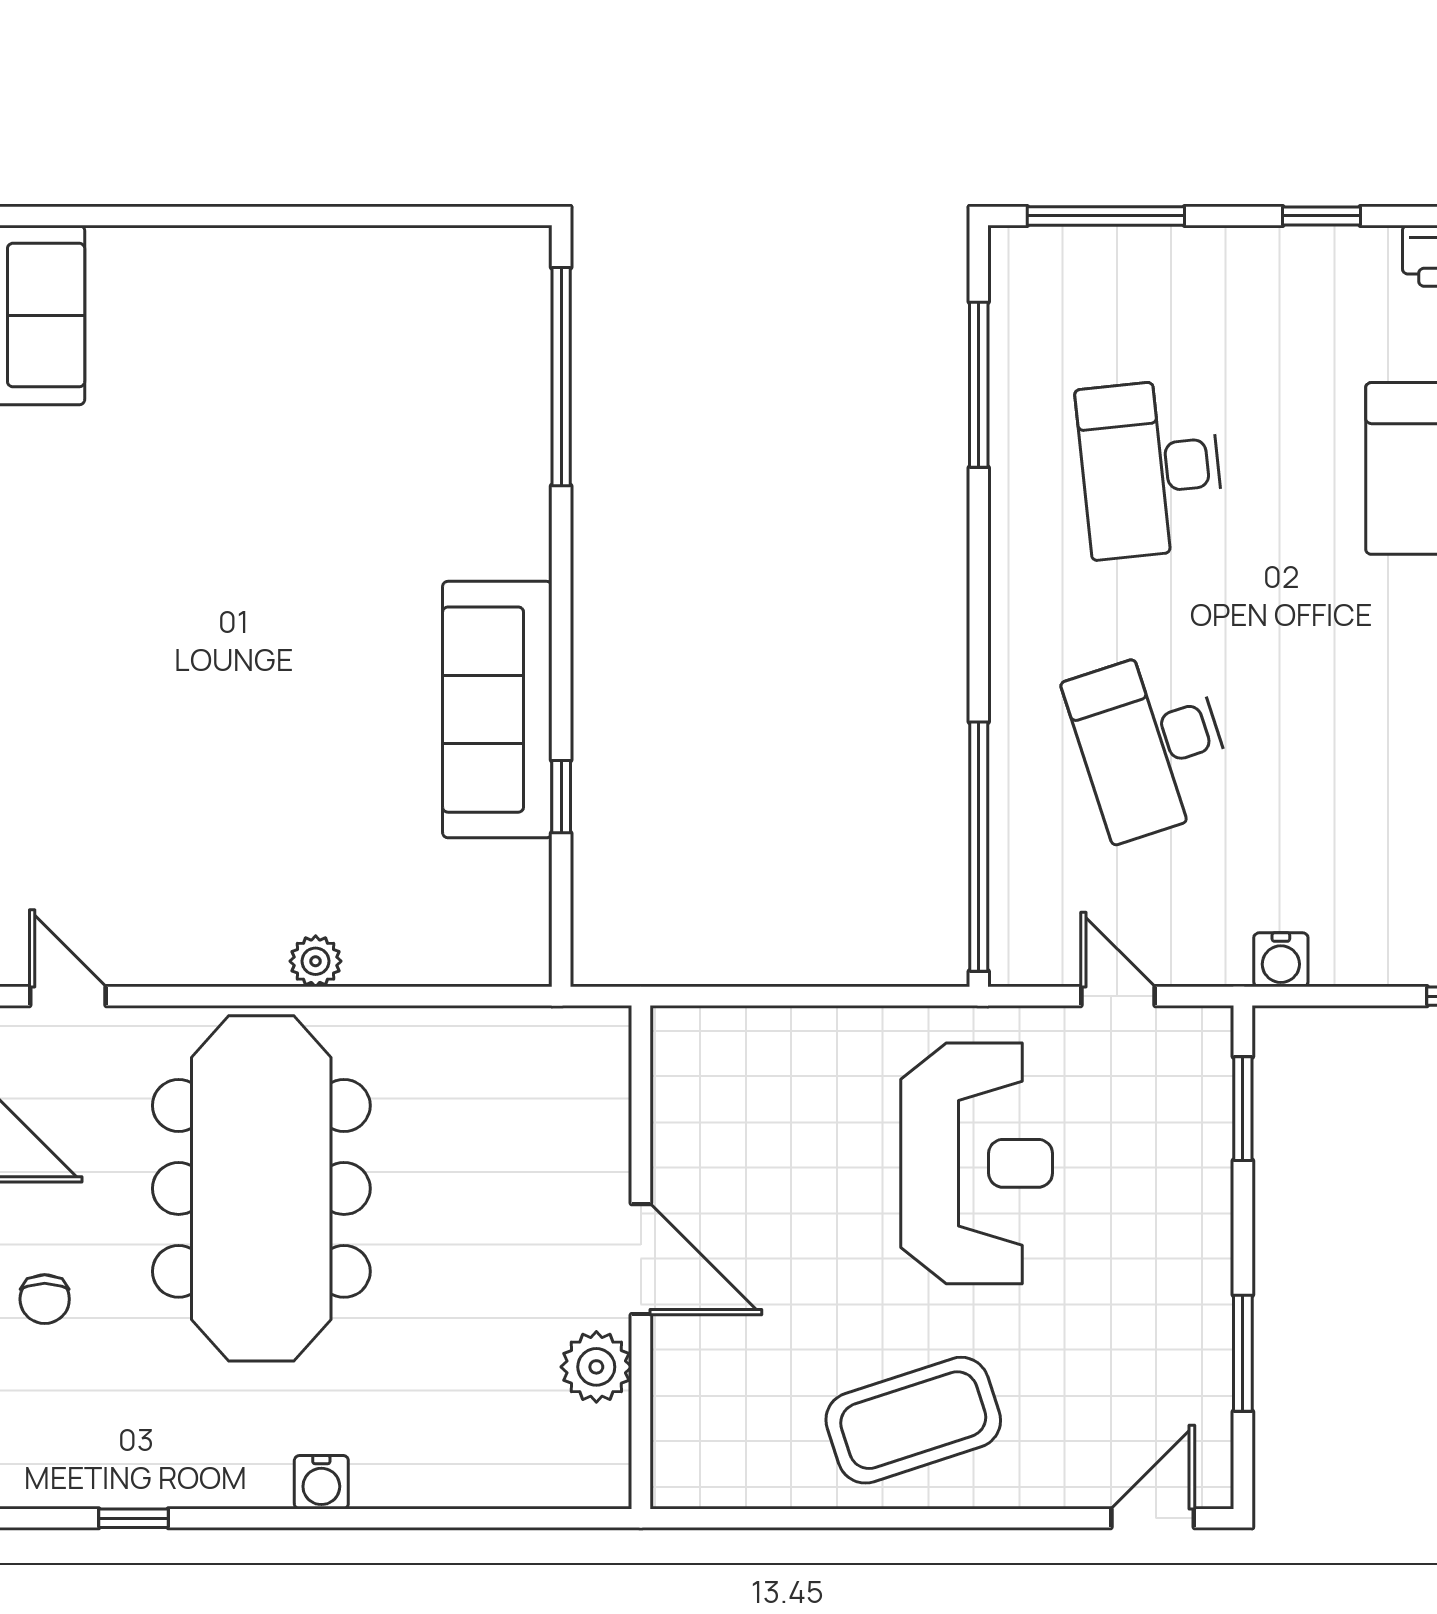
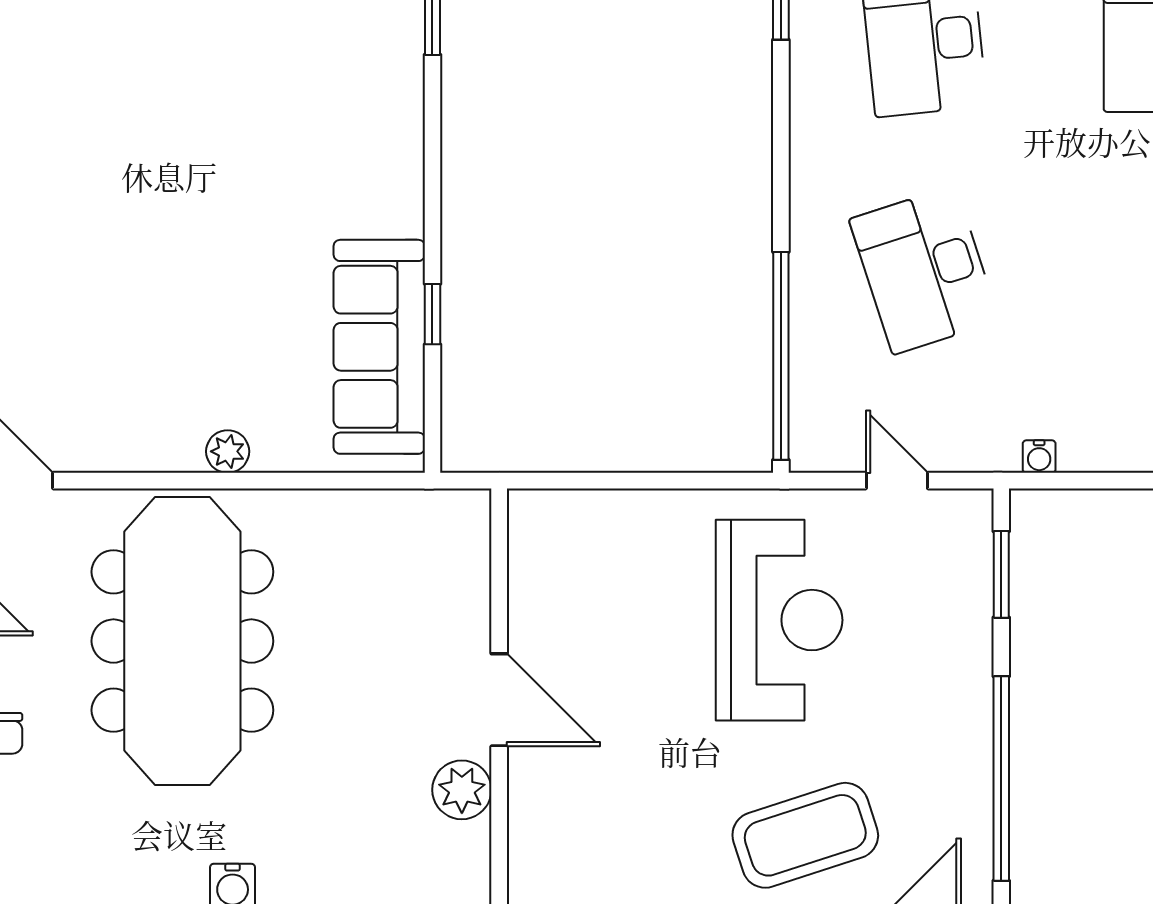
sofa: (497, 710) -> (379, 347), moved
water cooler: (1281, 960) -> (1039, 457), width x0.72, depth x0.72
window: (1243, 1353) -> (1001, 779), width x2.11
coffee table: (913, 1420) -> (805, 835), moved

